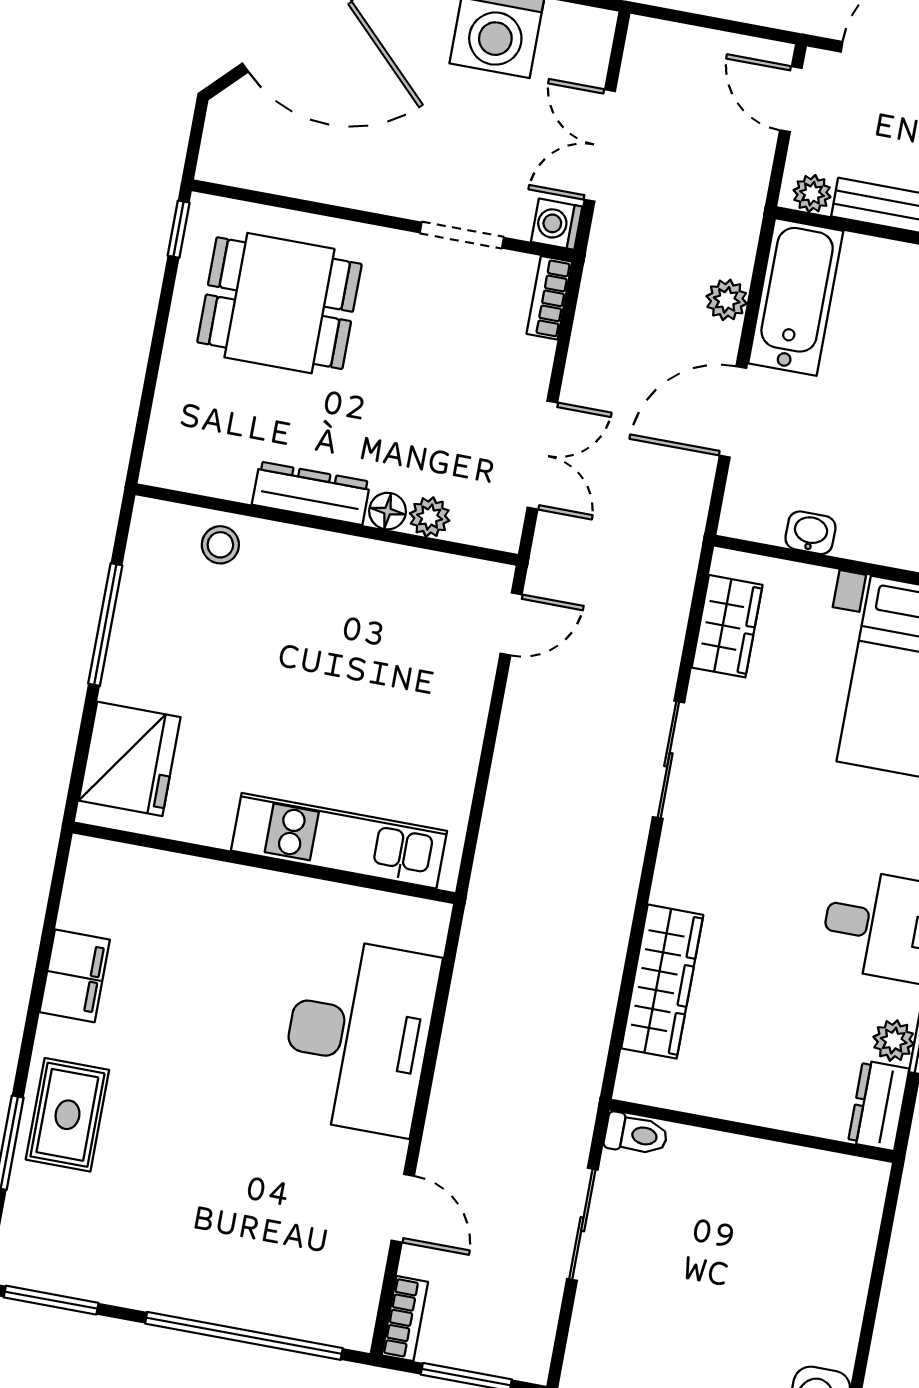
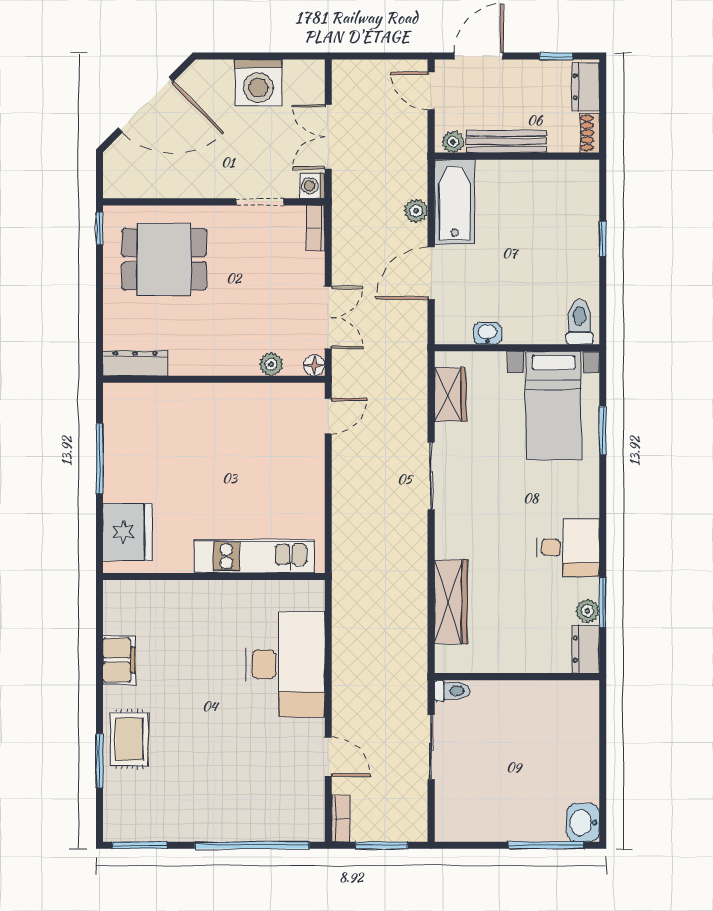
dresser: (311, 493) -> (135, 363), moved
floor lamp: (388, 511) -> (314, 365), moved
stool: (220, 545) -> (156, 402), removed

